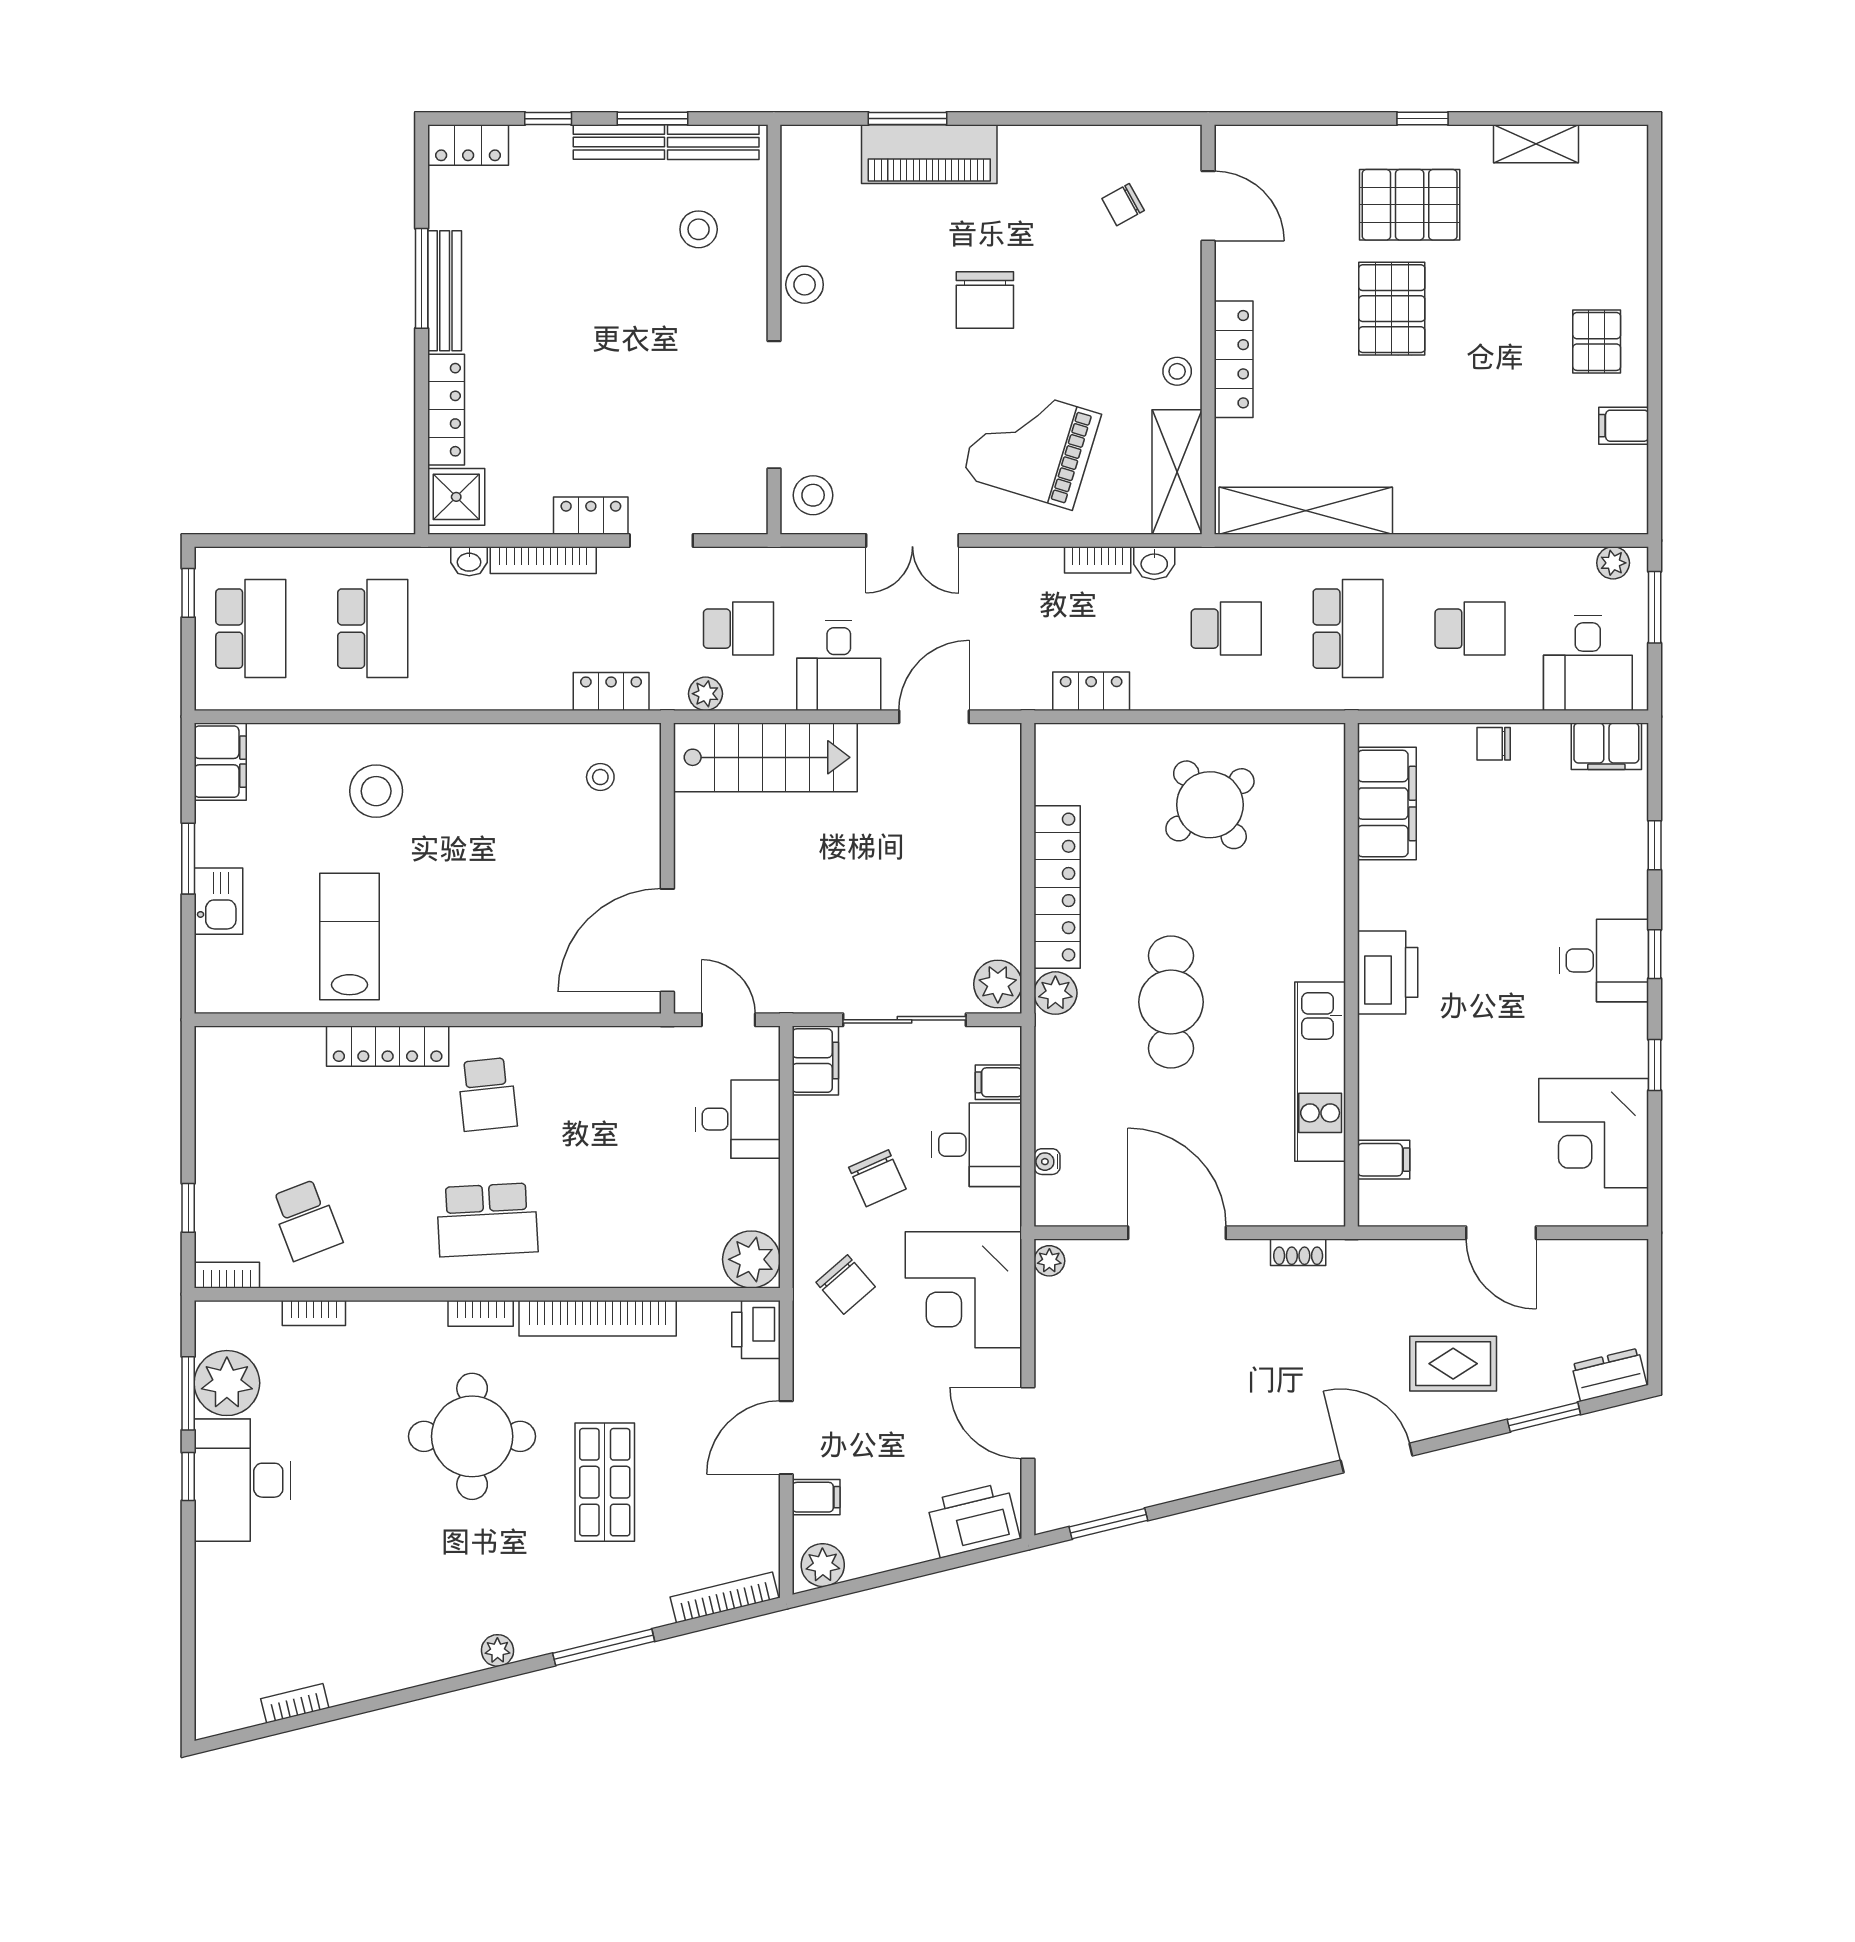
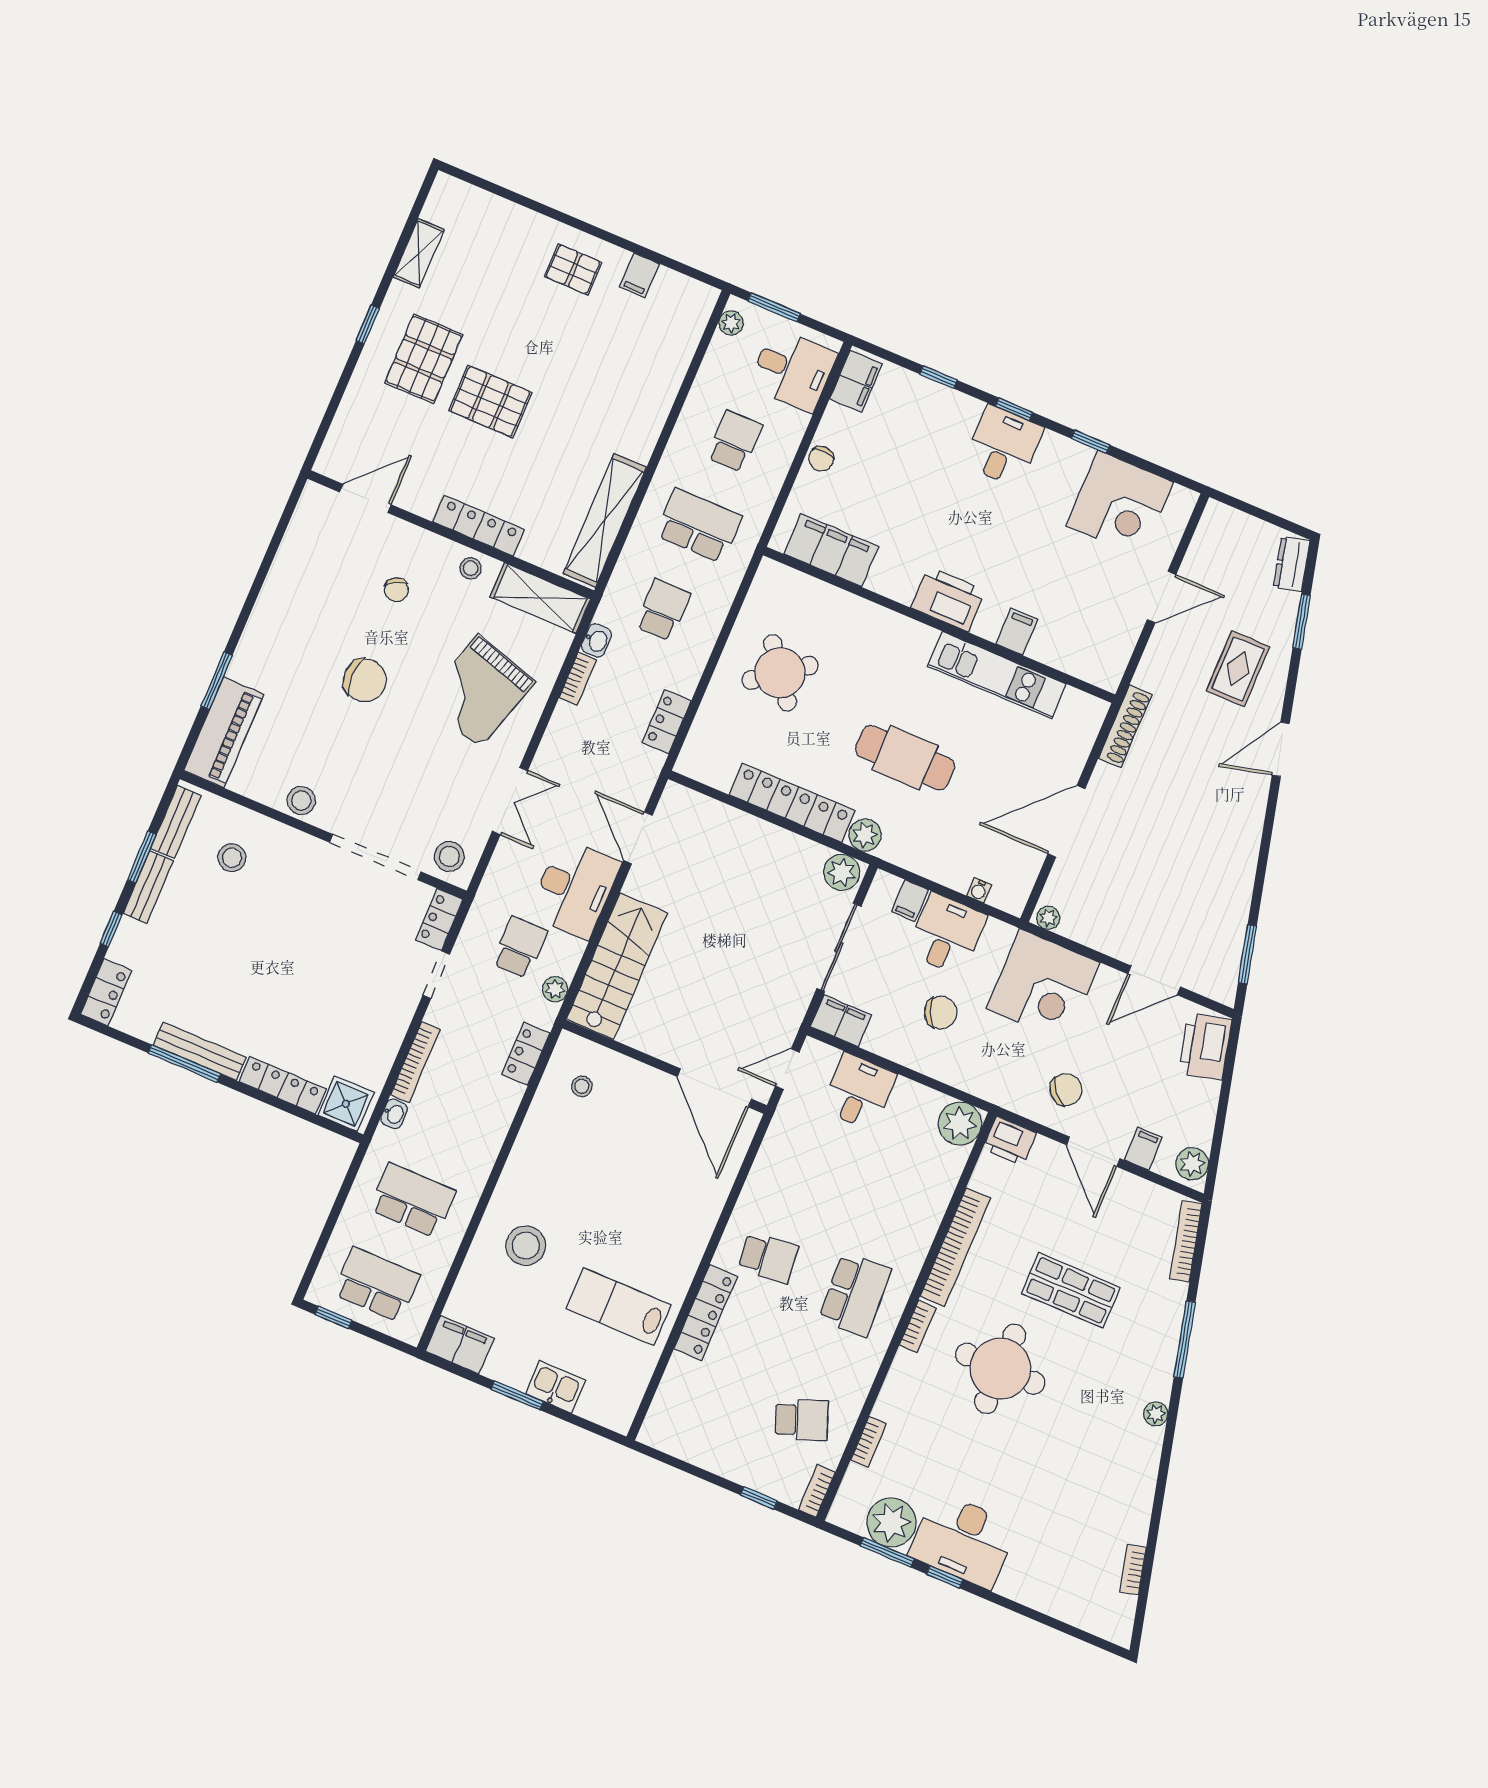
piano: (929, 154) -> (224, 732), moved
chair: (1123, 205) -> (396, 590), moved
locker: (591, 516) -> (439, 919), moved
desk: (839, 665) -> (575, 889), width x1.37
filing cabinet: (1384, 1160) -> (1017, 632), moved
shoe rack: (1298, 1252) -> (1125, 726), width x1.94, depth x1.24
chair: (846, 1285) -> (1066, 1090), moved

